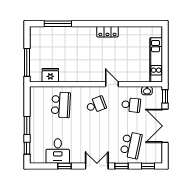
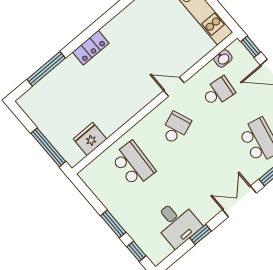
locker: (107, 32) -> (91, 48), moved

